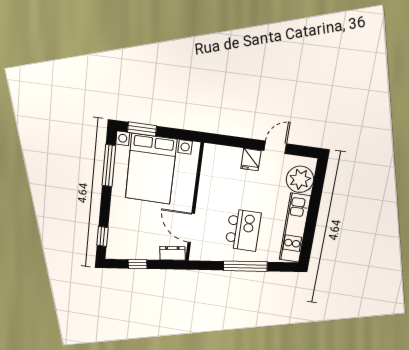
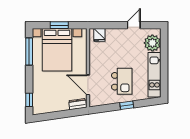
window: (142, 129) -> (59, 25), moved
fridge: (251, 160) -> (99, 35), moved
window: (138, 264) -> (55, 115), removed
window: (245, 266) -> (127, 105), width x0.46

